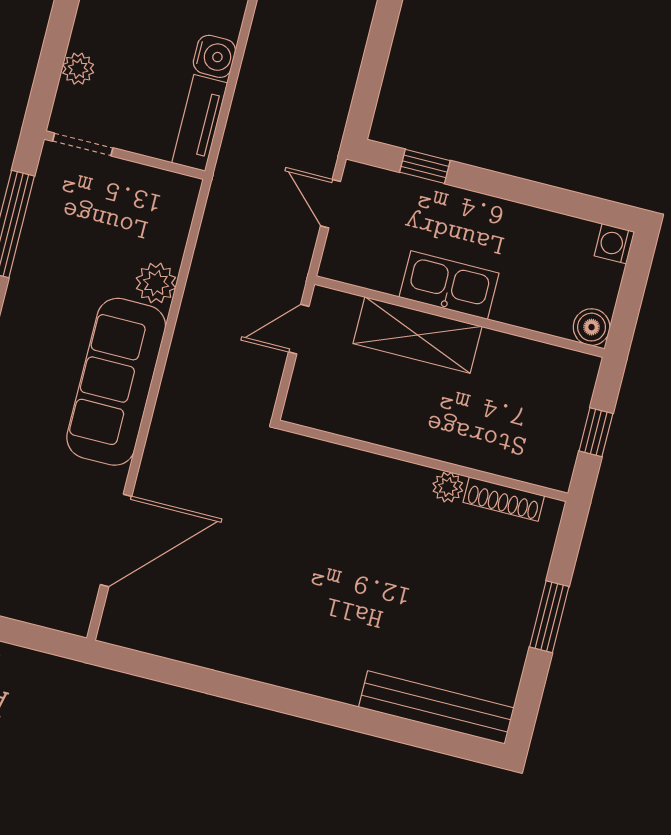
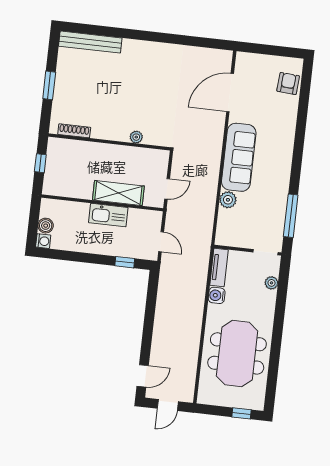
boiler: (592, 327) -> (46, 226), moved
plant: (448, 487) -> (136, 137), moved

